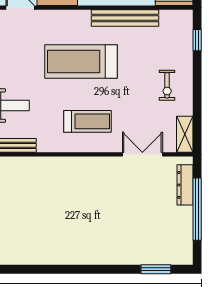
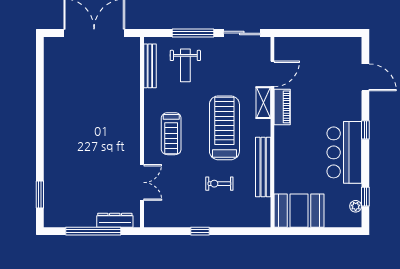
window: (197, 40) -> (200, 231), moved
exercise bike: (167, 85) -> (219, 184), moved
shelving: (185, 134) -> (263, 103), moved, turned 90

